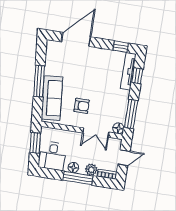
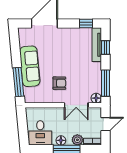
window: (39, 81) -> (18, 82), moved
sofa: (52, 98) -> (30, 66), moved
window: (35, 143) -> (22, 124), removed

